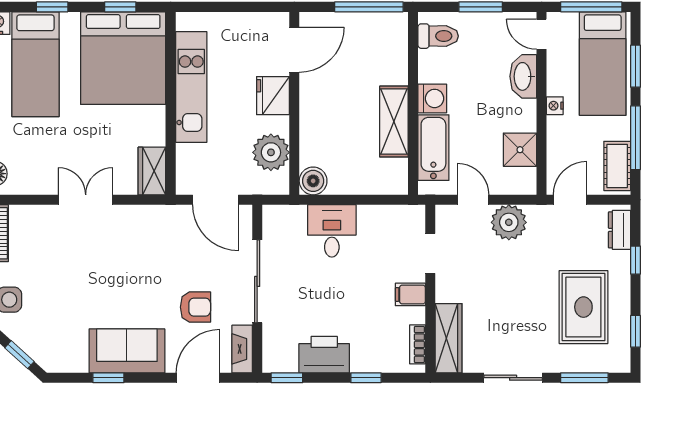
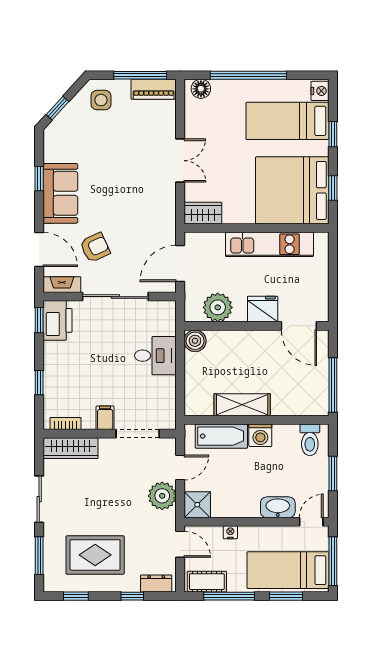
nightstand: (555, 106) -> (230, 532), moved
shower: (520, 150) -> (197, 505), moved
doorway: (430, 253) -> (138, 434), width x1.38
armchair: (195, 307) -> (95, 248), turned -115
printer: (324, 355) -> (57, 320), moved

